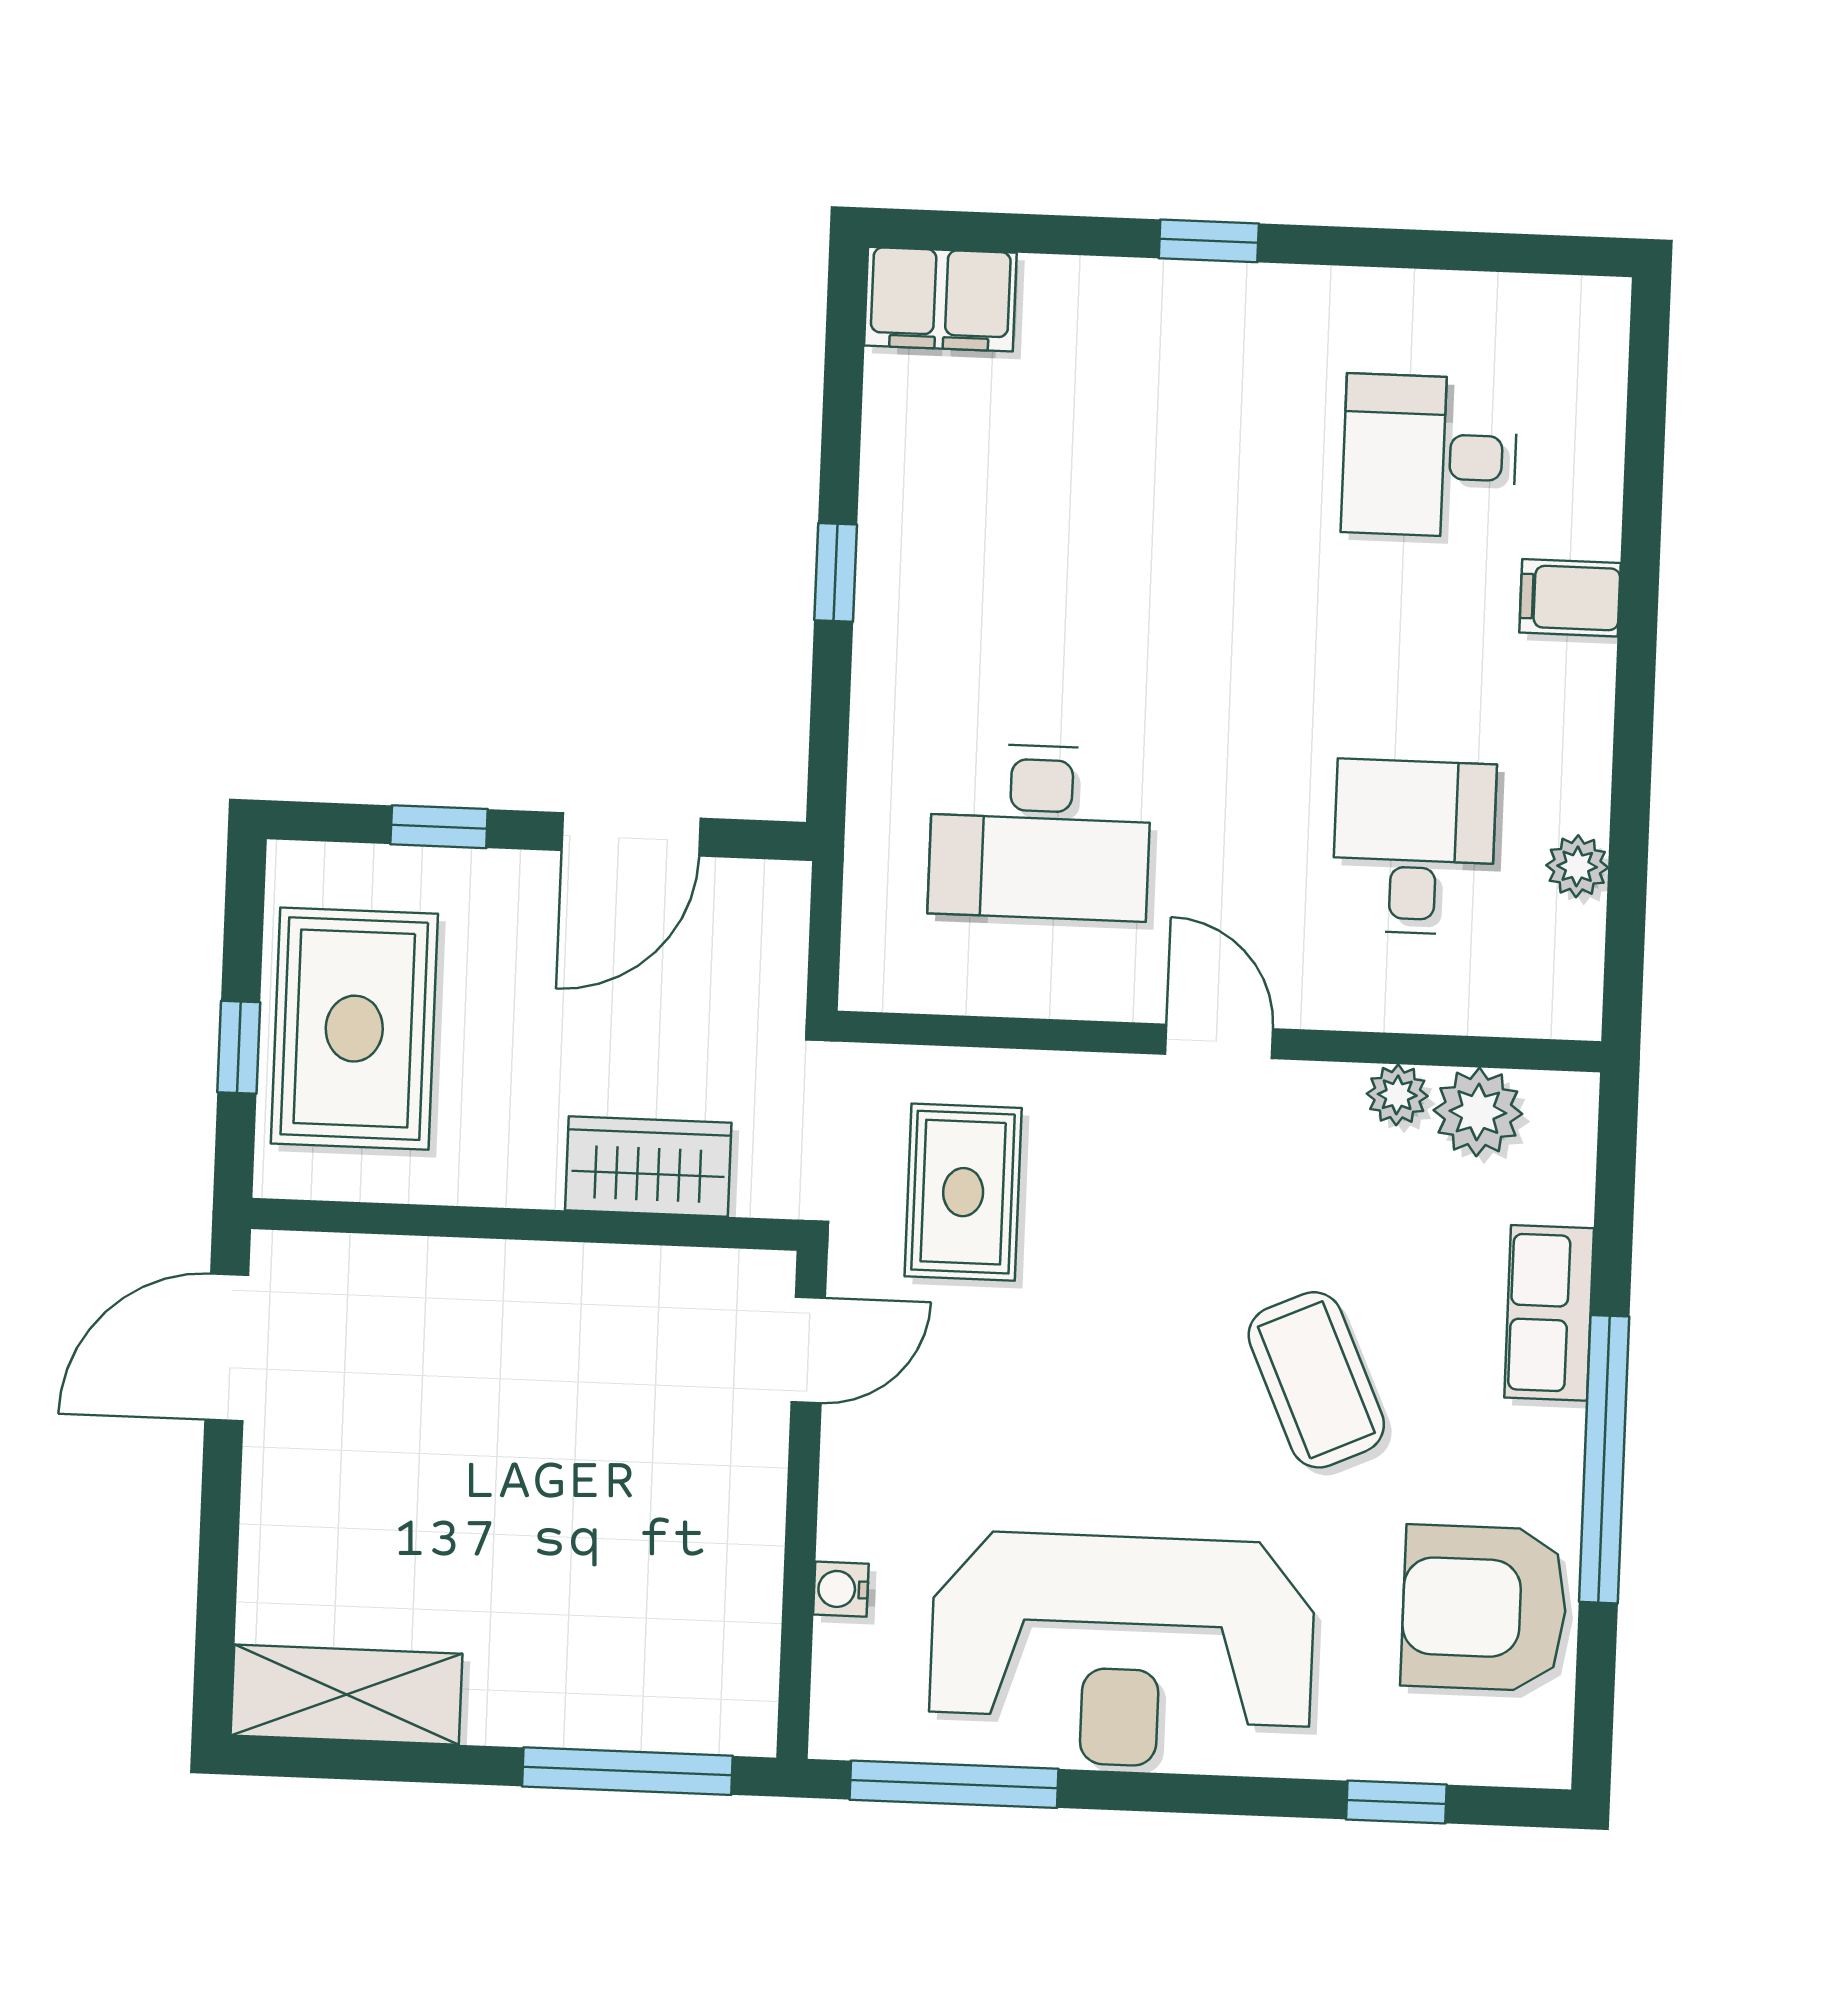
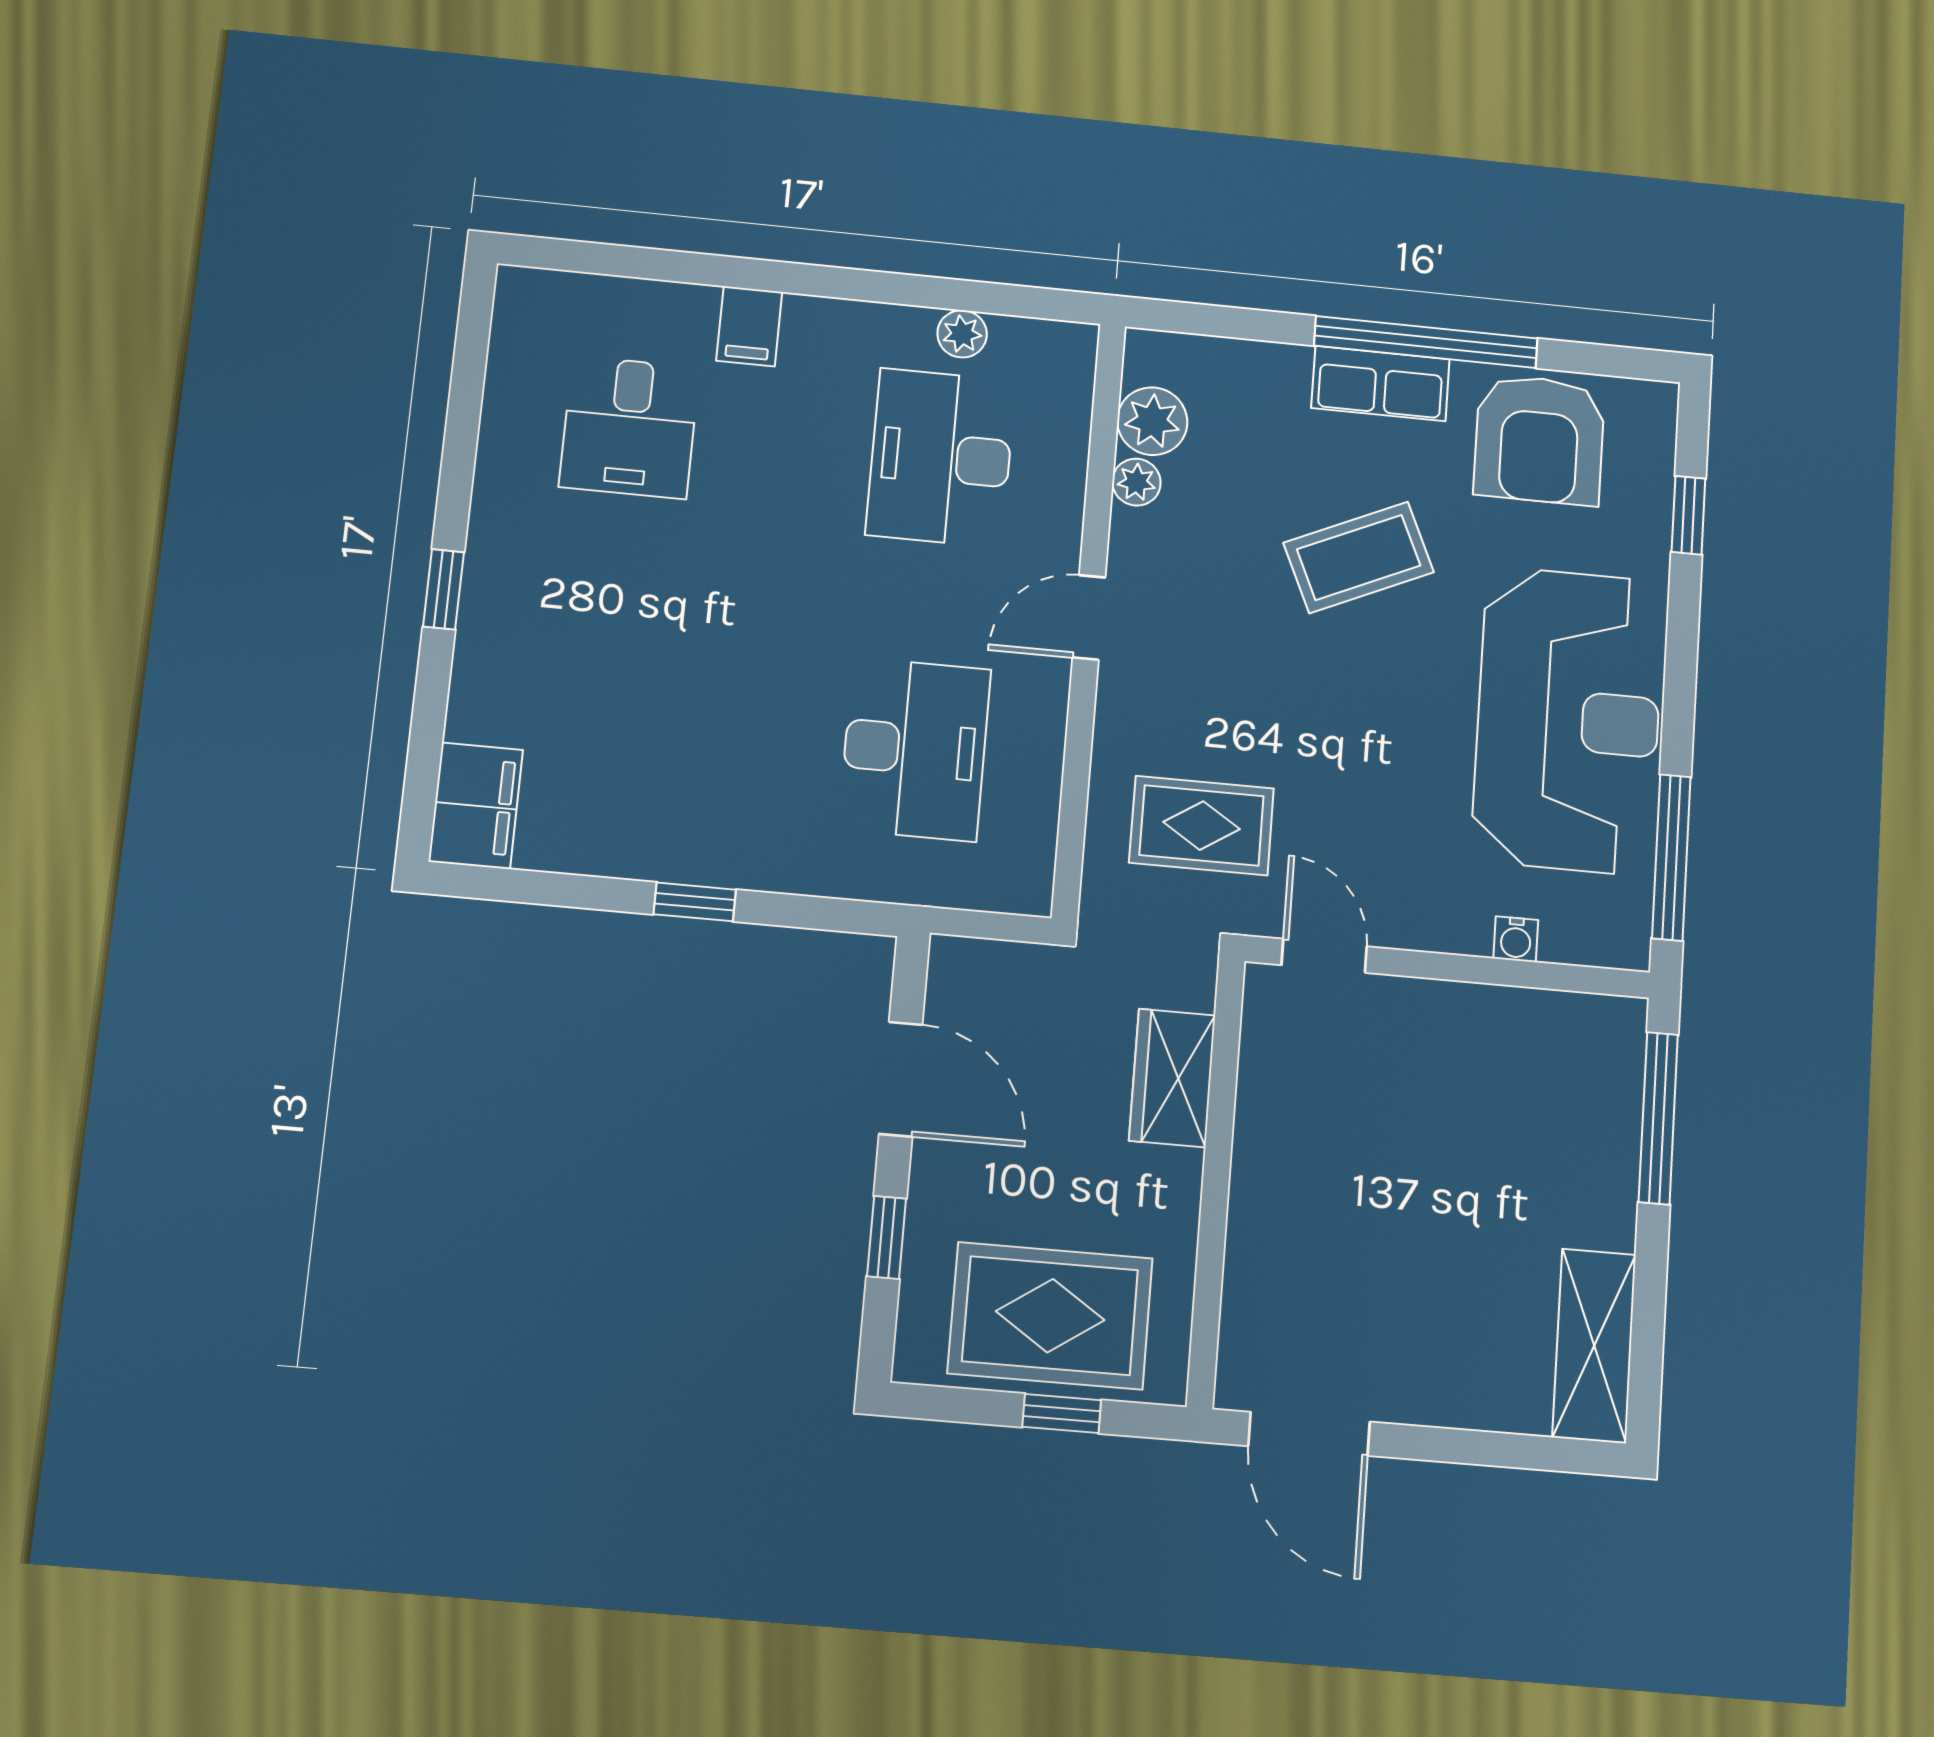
desk: (1414, 847) -> (941, 458), width x1.37
row of seats: (1549, 1313) -> (1380, 384), moved

